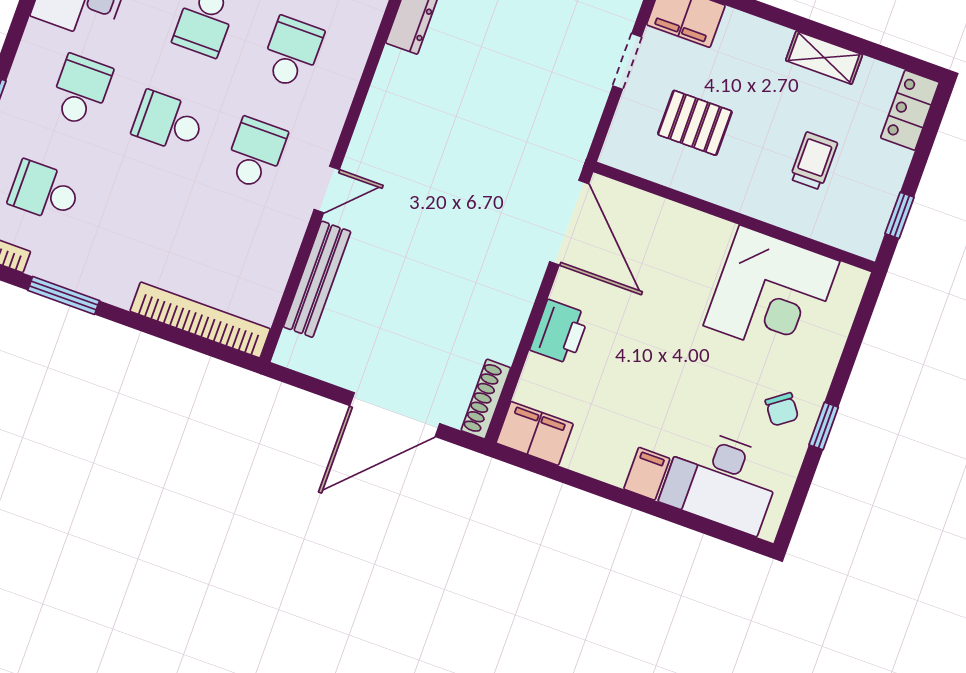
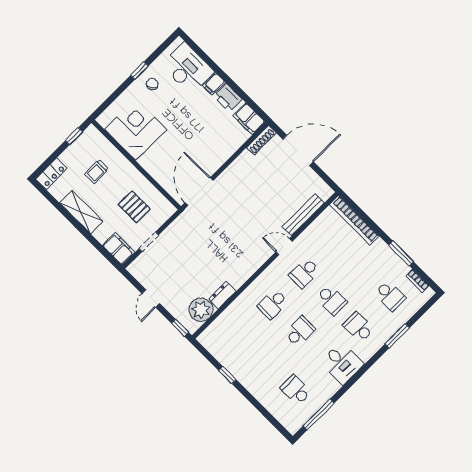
shelving: (824, 58) -> (81, 212), width x1.50, depth x1.33
school desk: (81, 90) -> (359, 327), turned 90
printer: (560, 332) -> (228, 98), moved, turned -90

